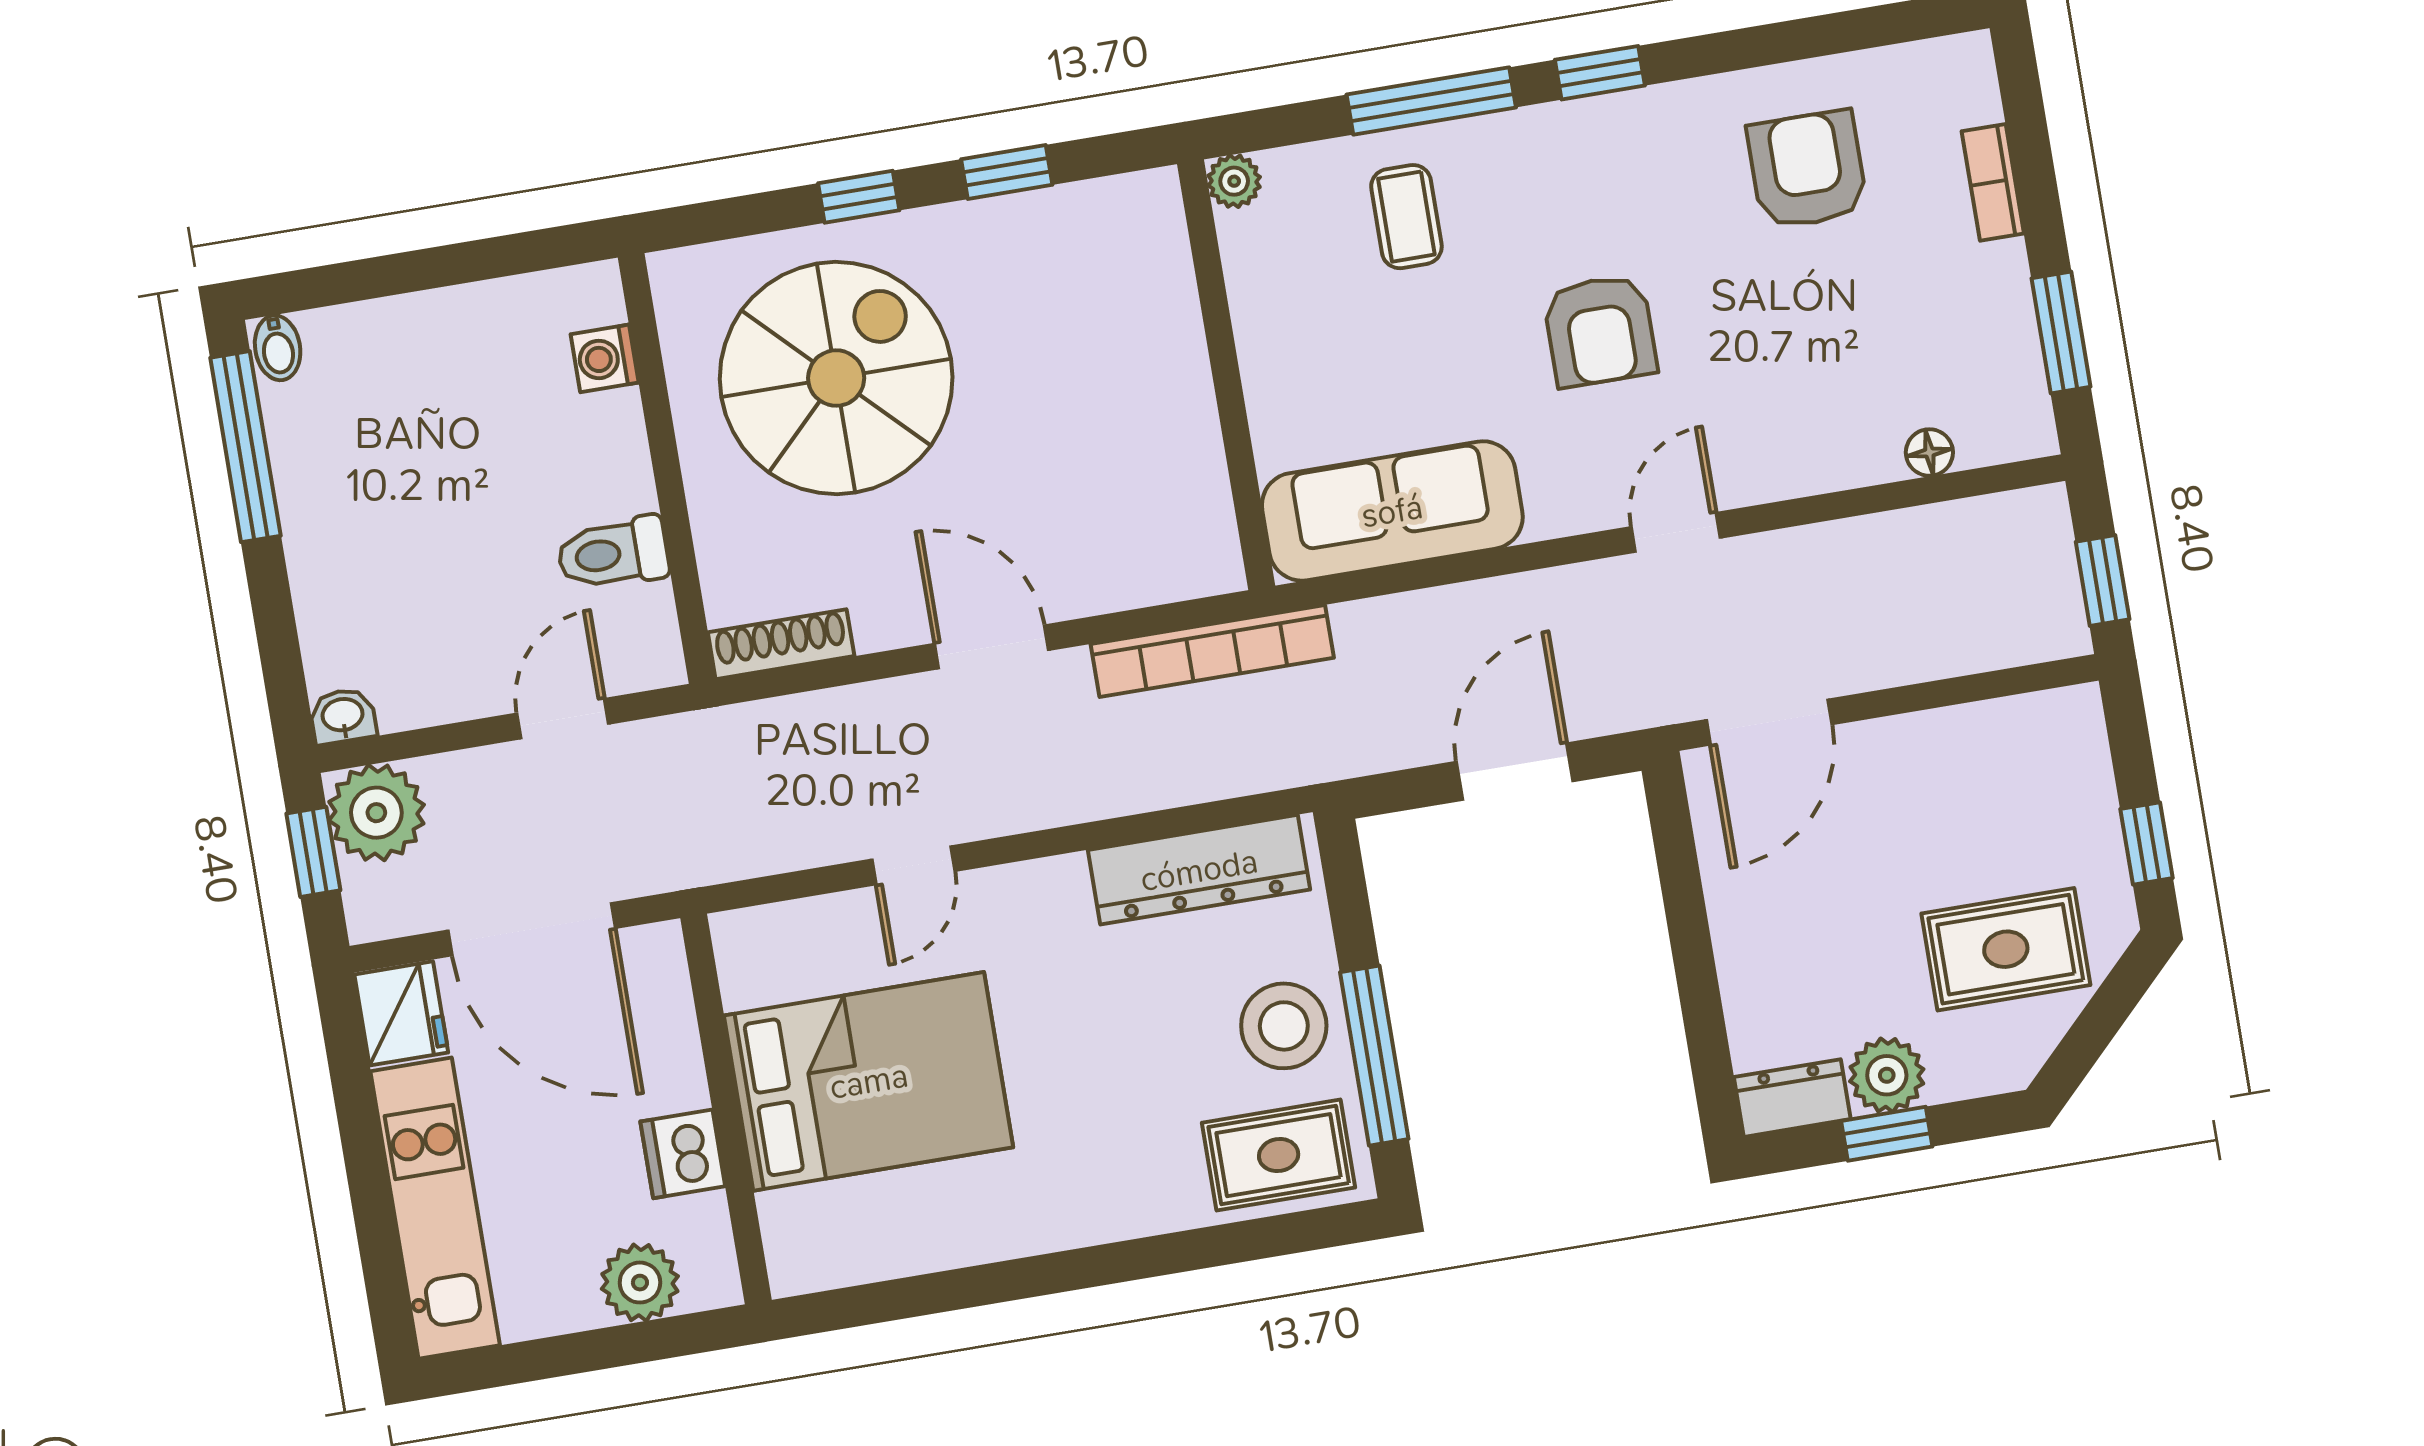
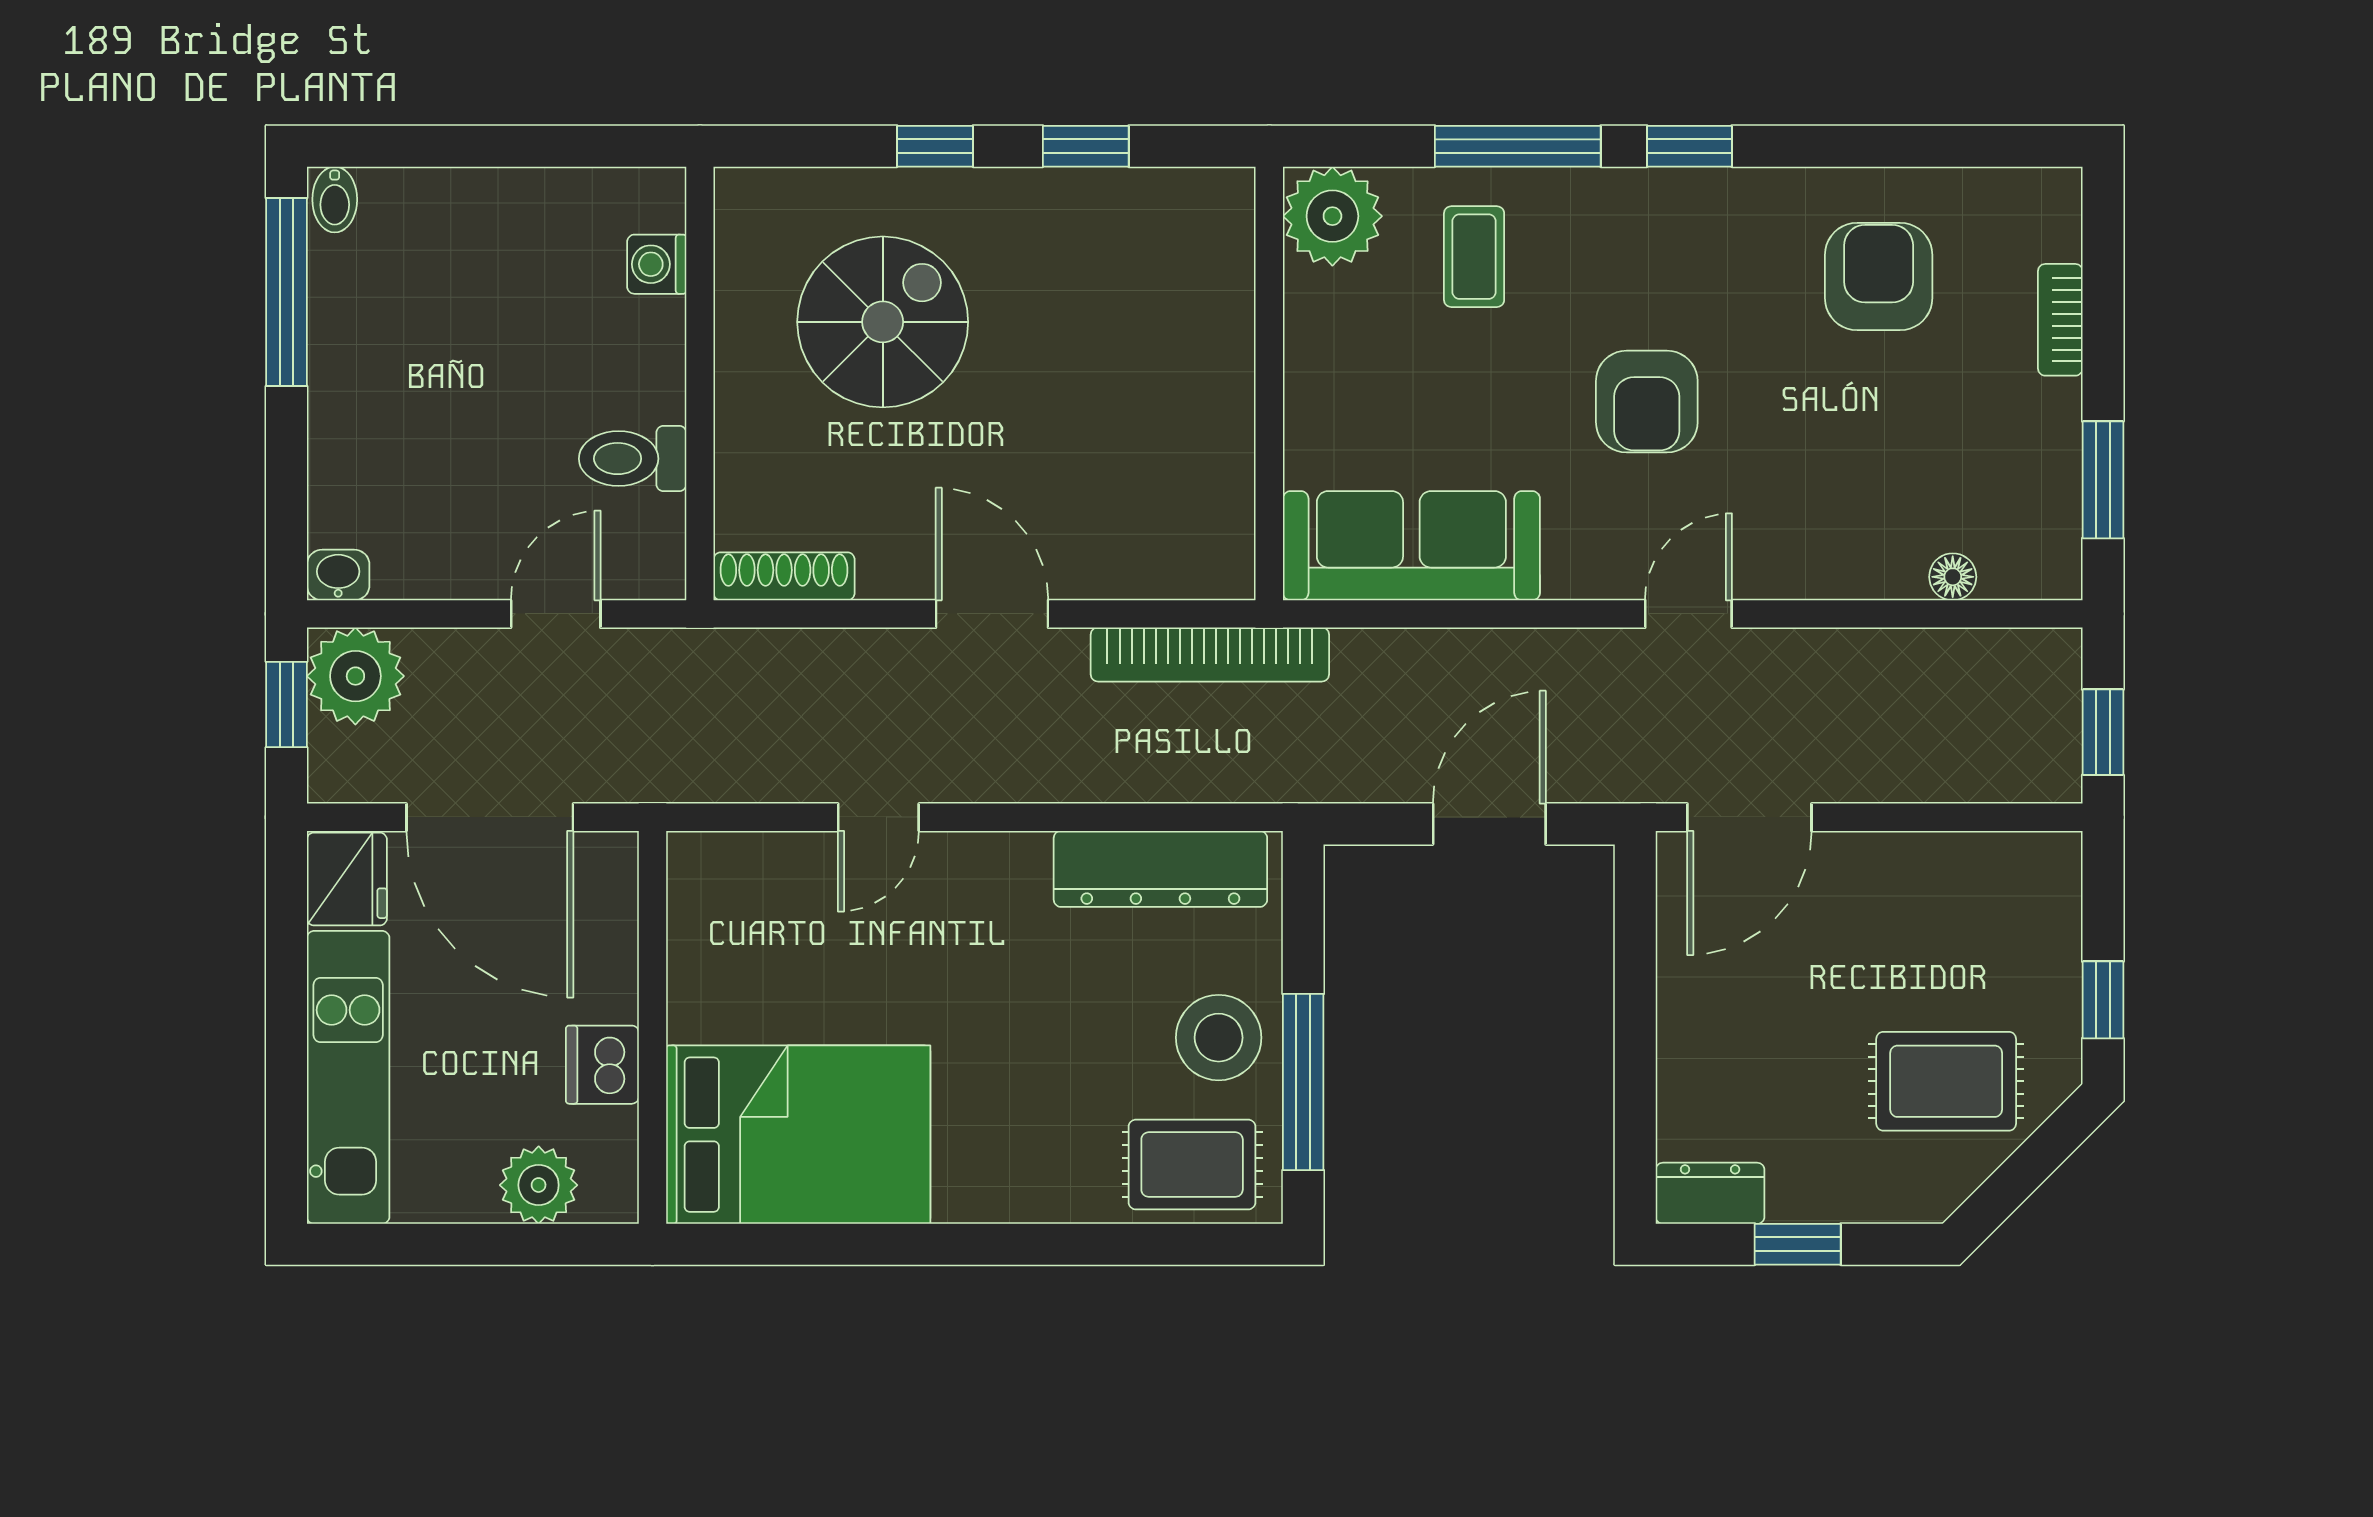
plant: (1234, 181) -> (1332, 216), width x1.88, depth x1.88
spiral stairs: (836, 378) -> (883, 322), width x0.73, depth x0.73
plant: (1887, 1075) -> (1807, 1186), removed
bed: (869, 1081) -> (798, 1135), moved

